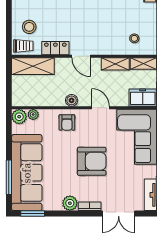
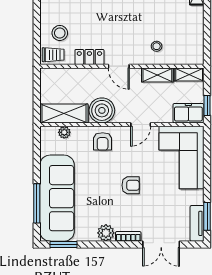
stool: (134, 38) -> (157, 46), moved
shelving: (33, 66) -> (64, 113), moved
boiler: (72, 100) -> (102, 110), width x1.86, depth x1.86
door: (101, 108) -> (141, 125), swing flipped
plant: (19, 117) -> (48, 135), removed
armchair: (92, 161) -> (131, 185), width x0.53, depth x0.53

